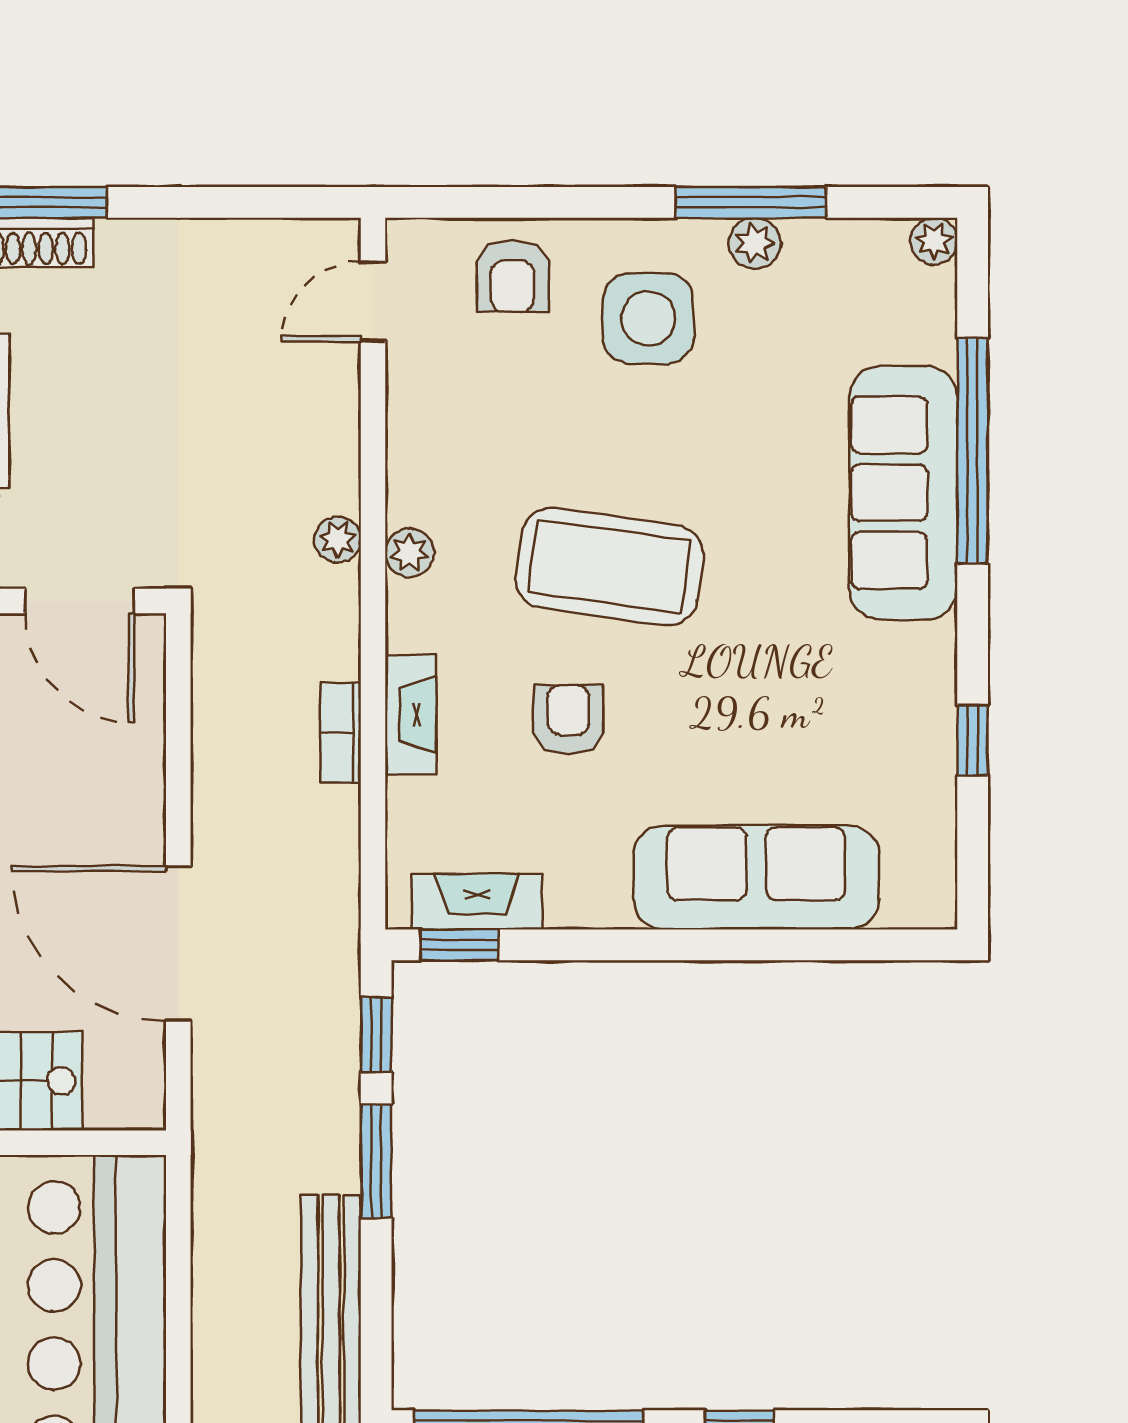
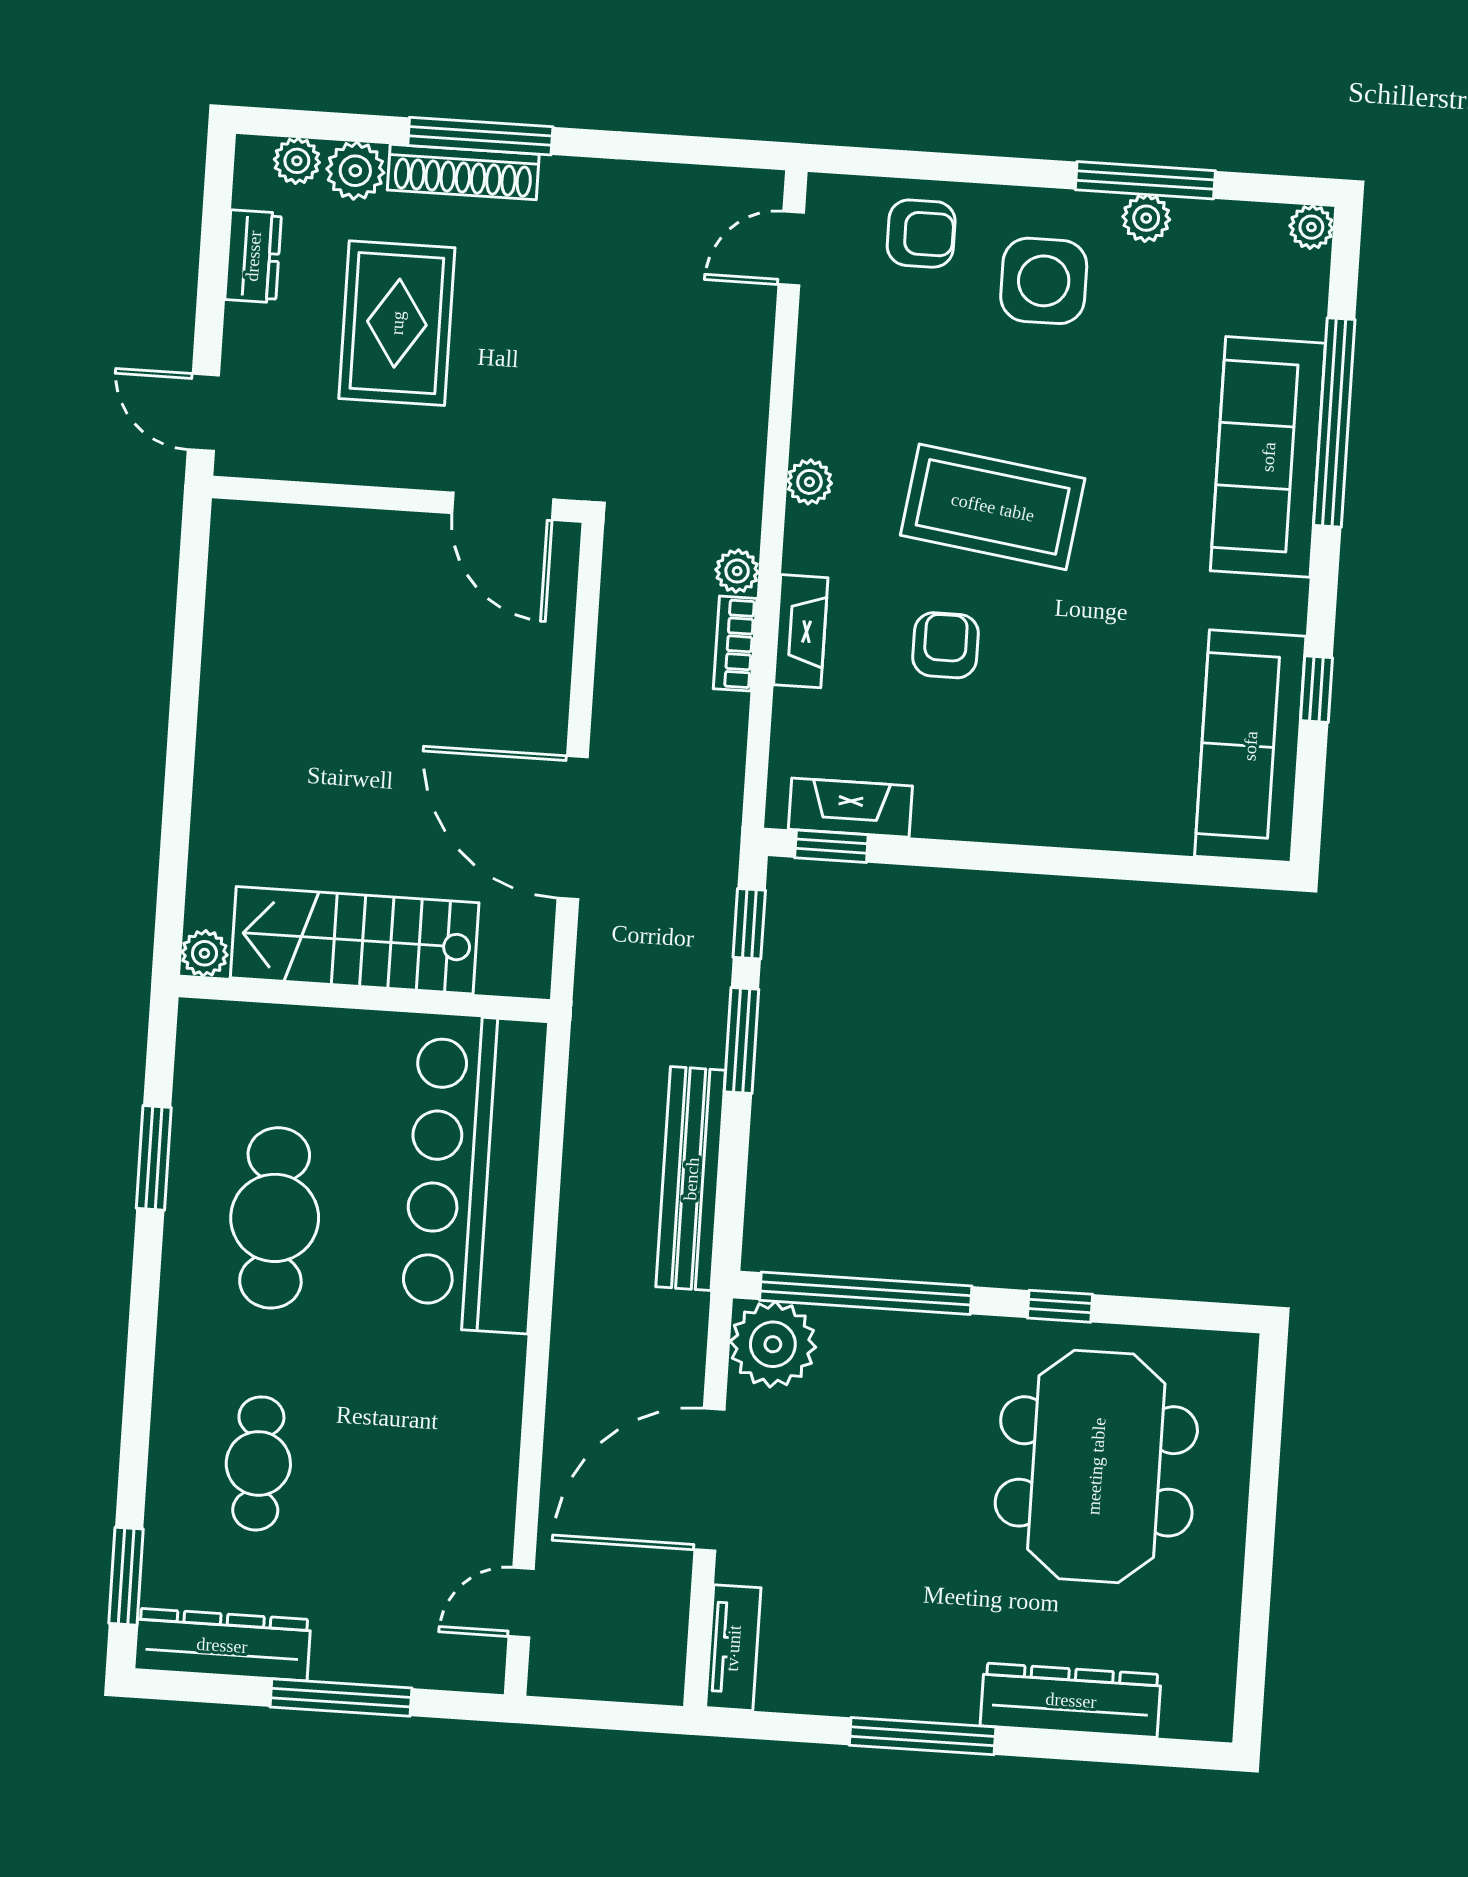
armchair: (512, 276) -> (921, 234), turned -90
plant: (338, 539) -> (737, 571), moved
sofa: (756, 877) -> (1250, 746), moved, turned -90

